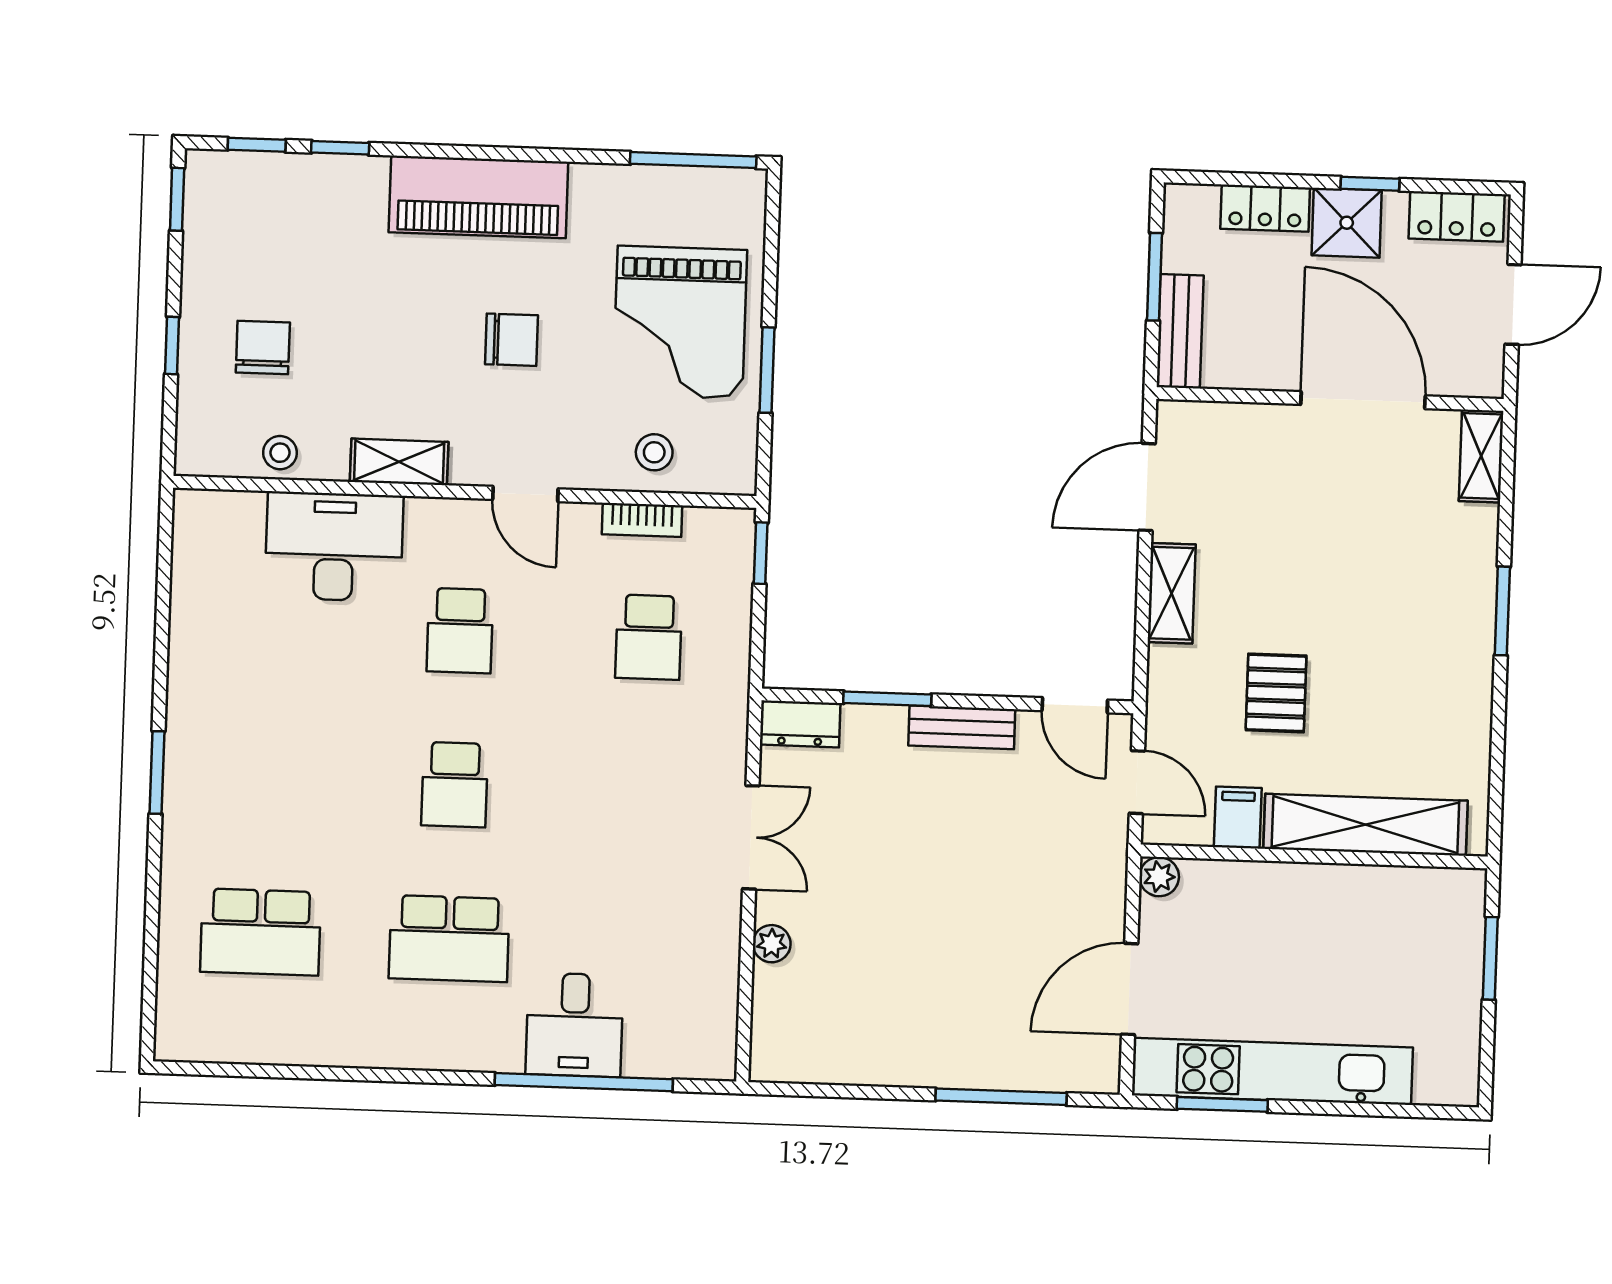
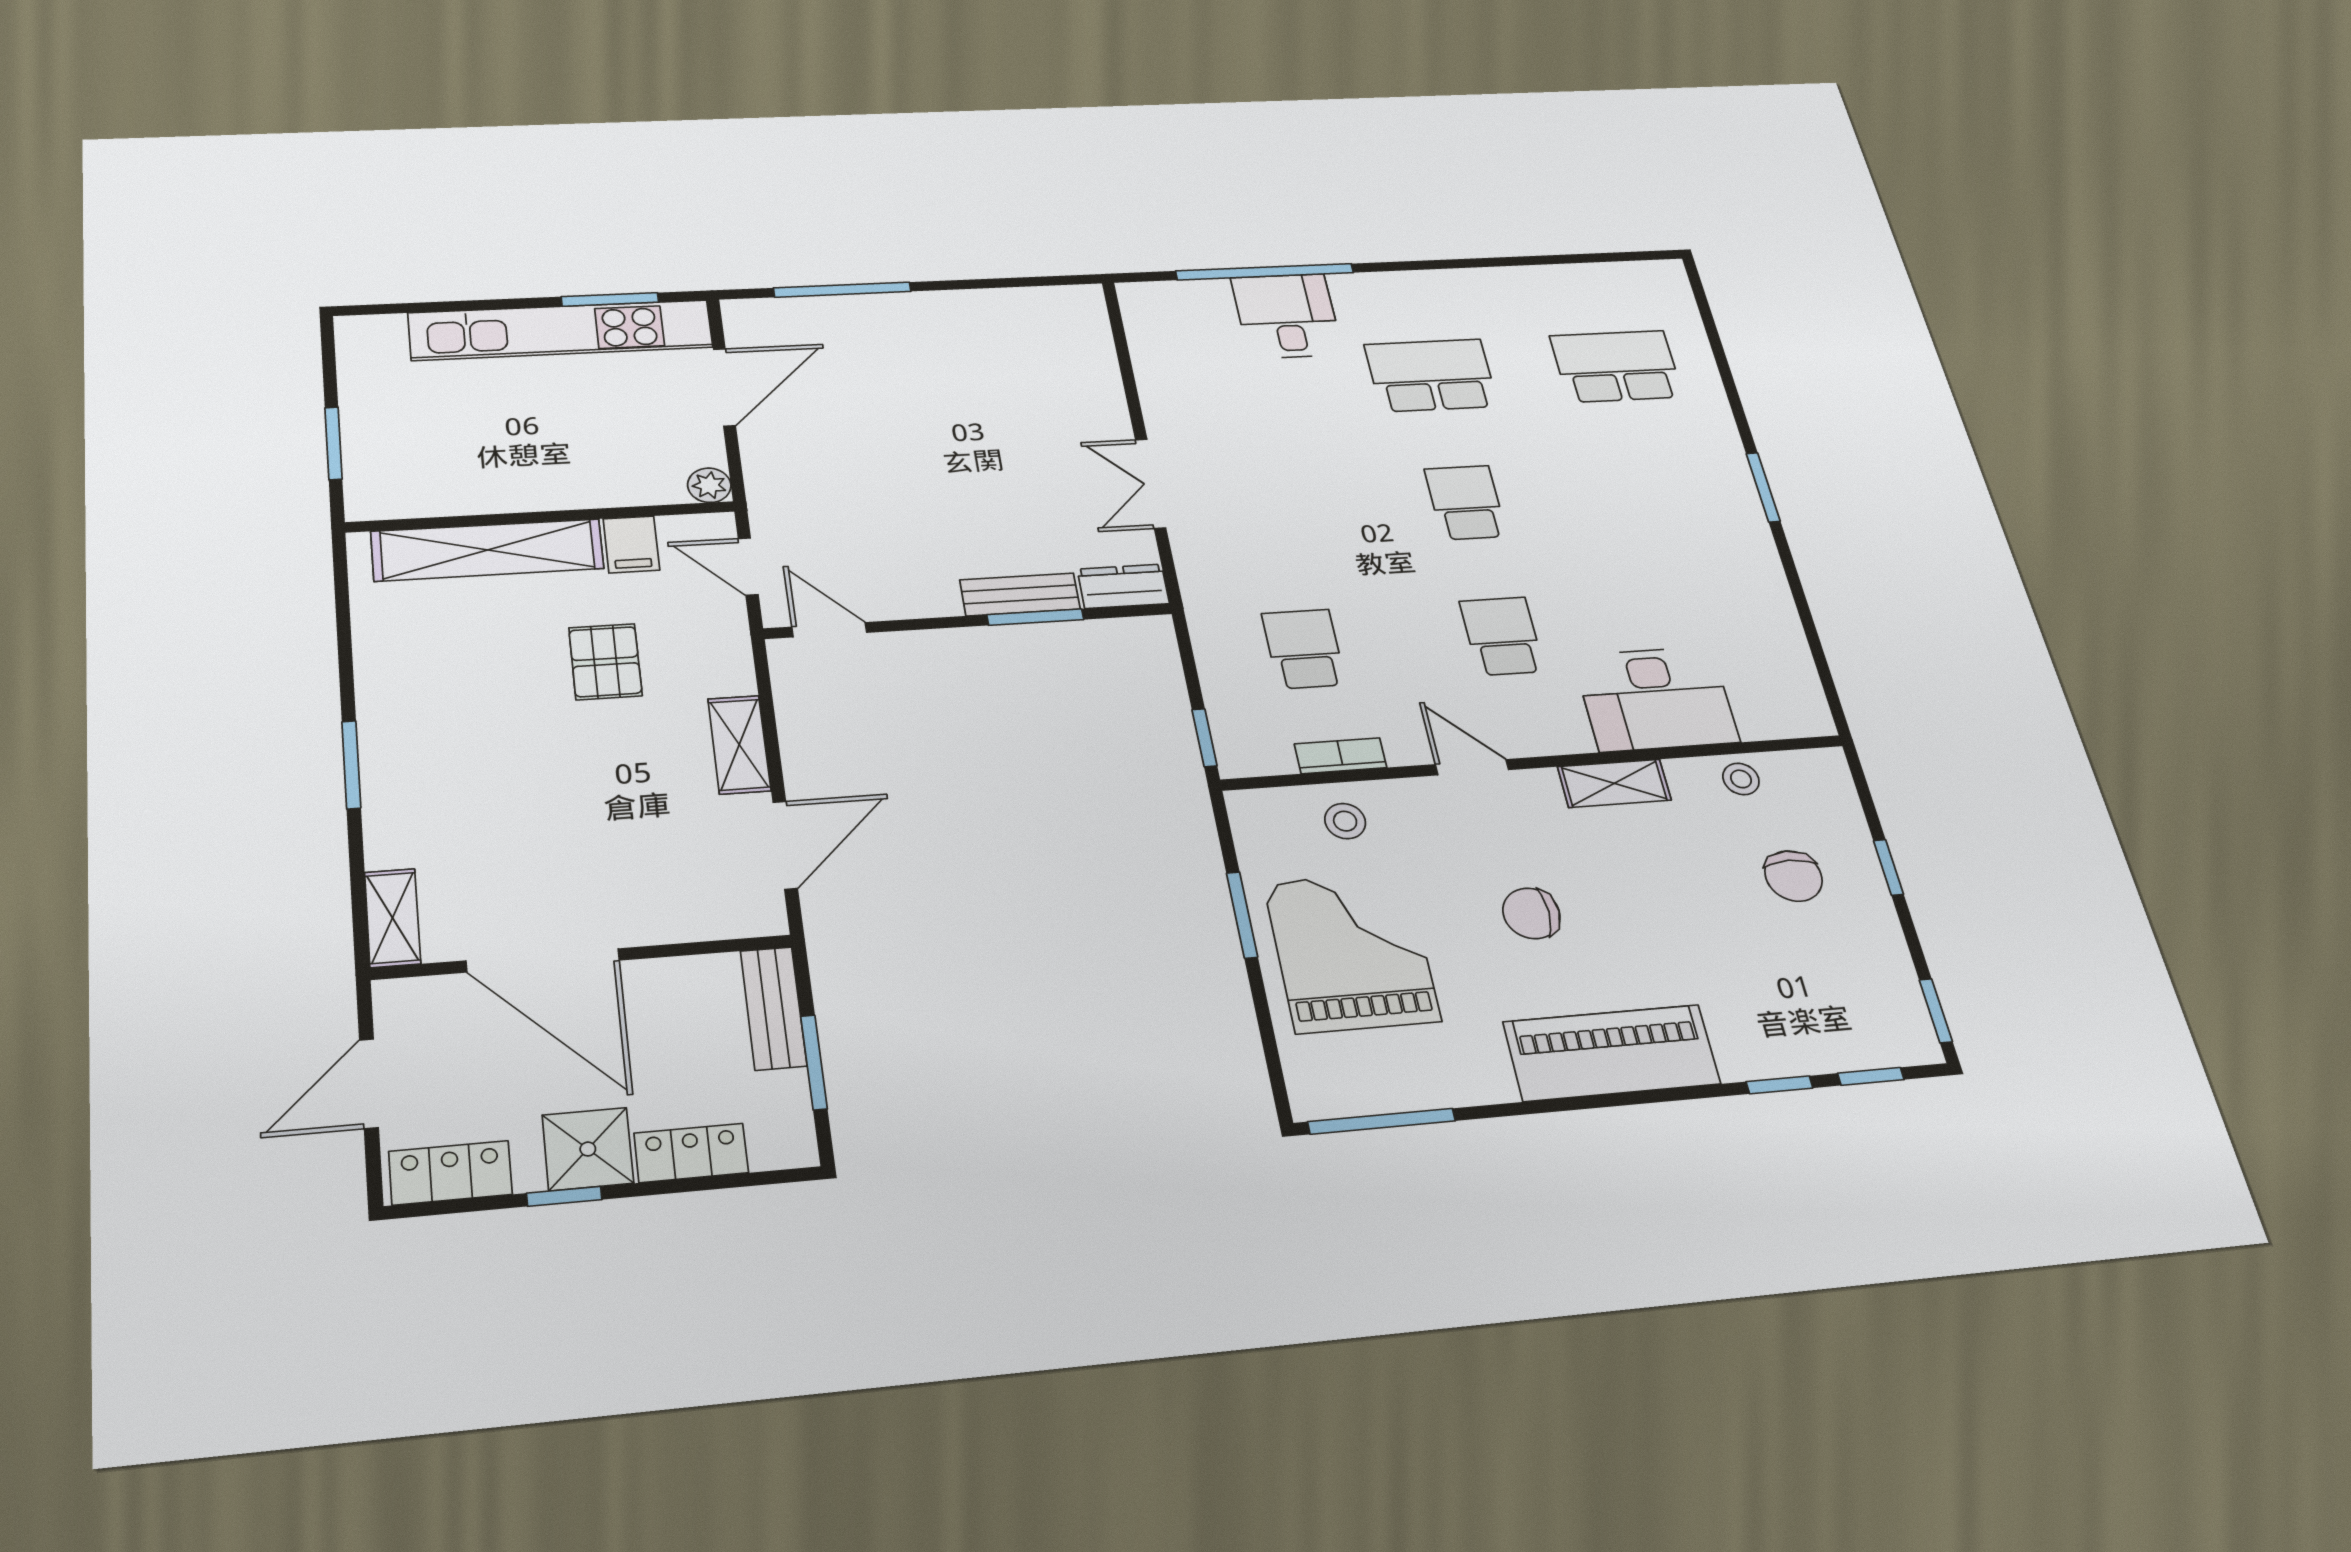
bench: (962, 727) -> (1020, 594), moved
plant: (772, 944) -> (1106, 396), removed

